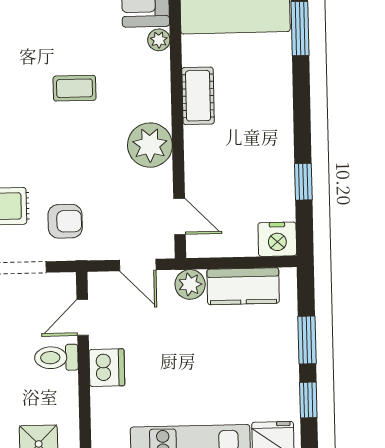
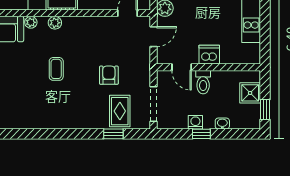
plant: (150, 145) -> (55, 23), moved, width x0.53, depth x0.53
armchair: (65, 221) -> (109, 75), moved

